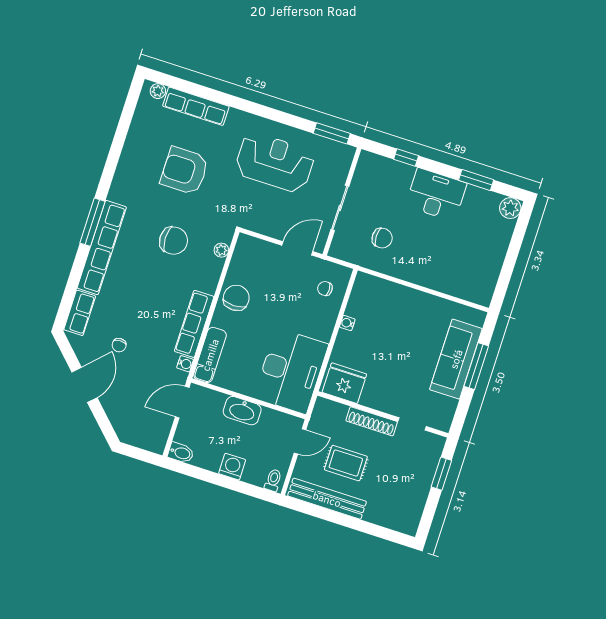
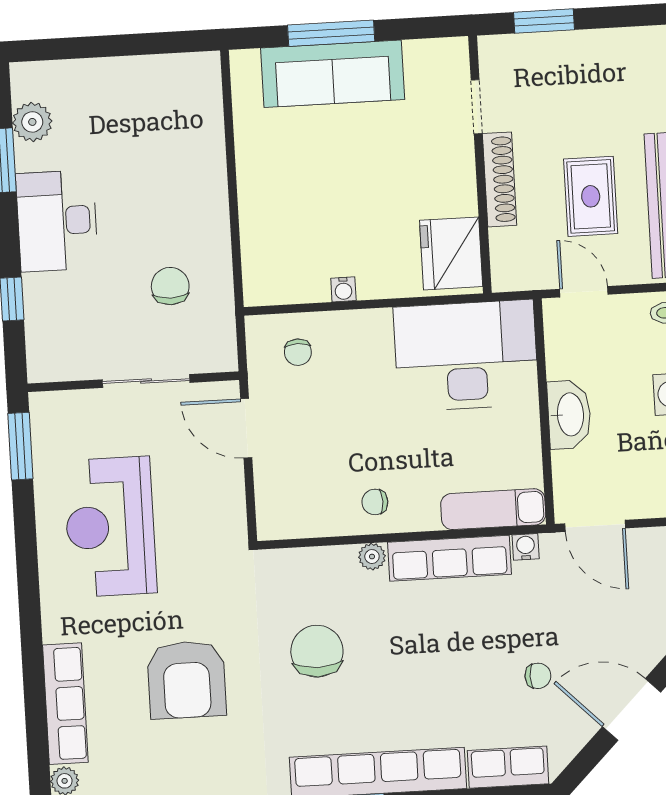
plant: (510, 208) -> (32, 122), moved
plant: (221, 250) -> (372, 557), moved
chair: (236, 298) -> (375, 502), width x0.54, depth x0.54

